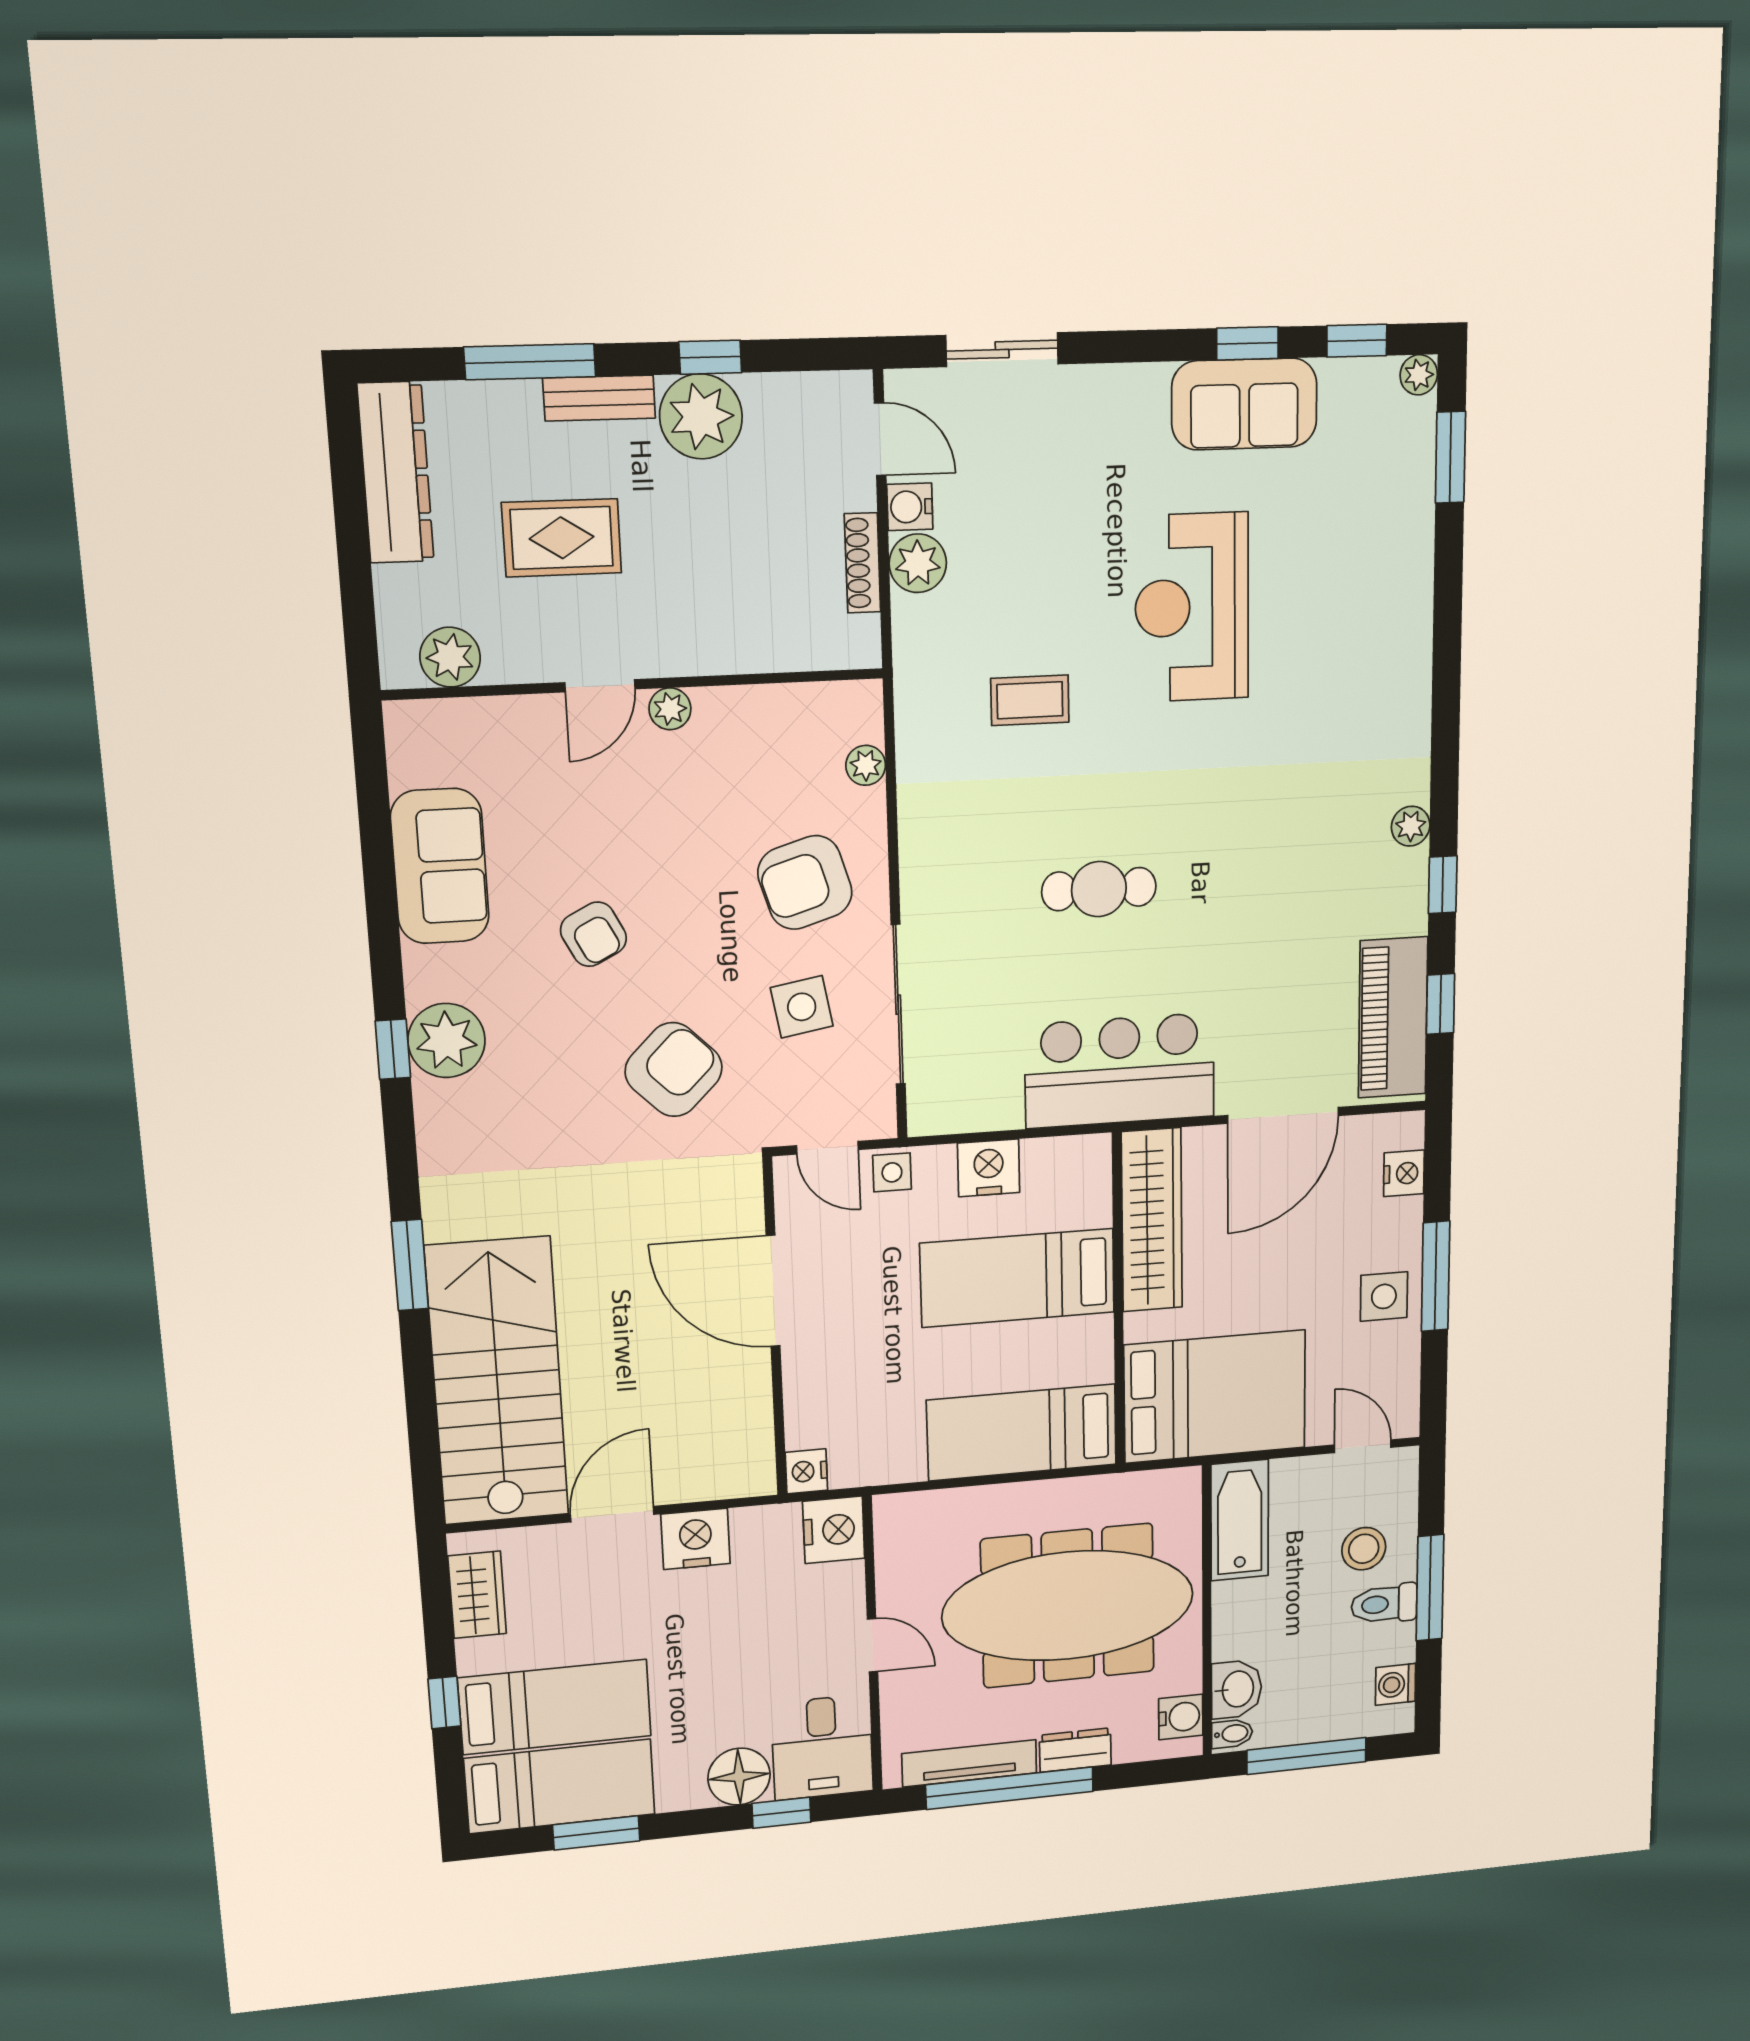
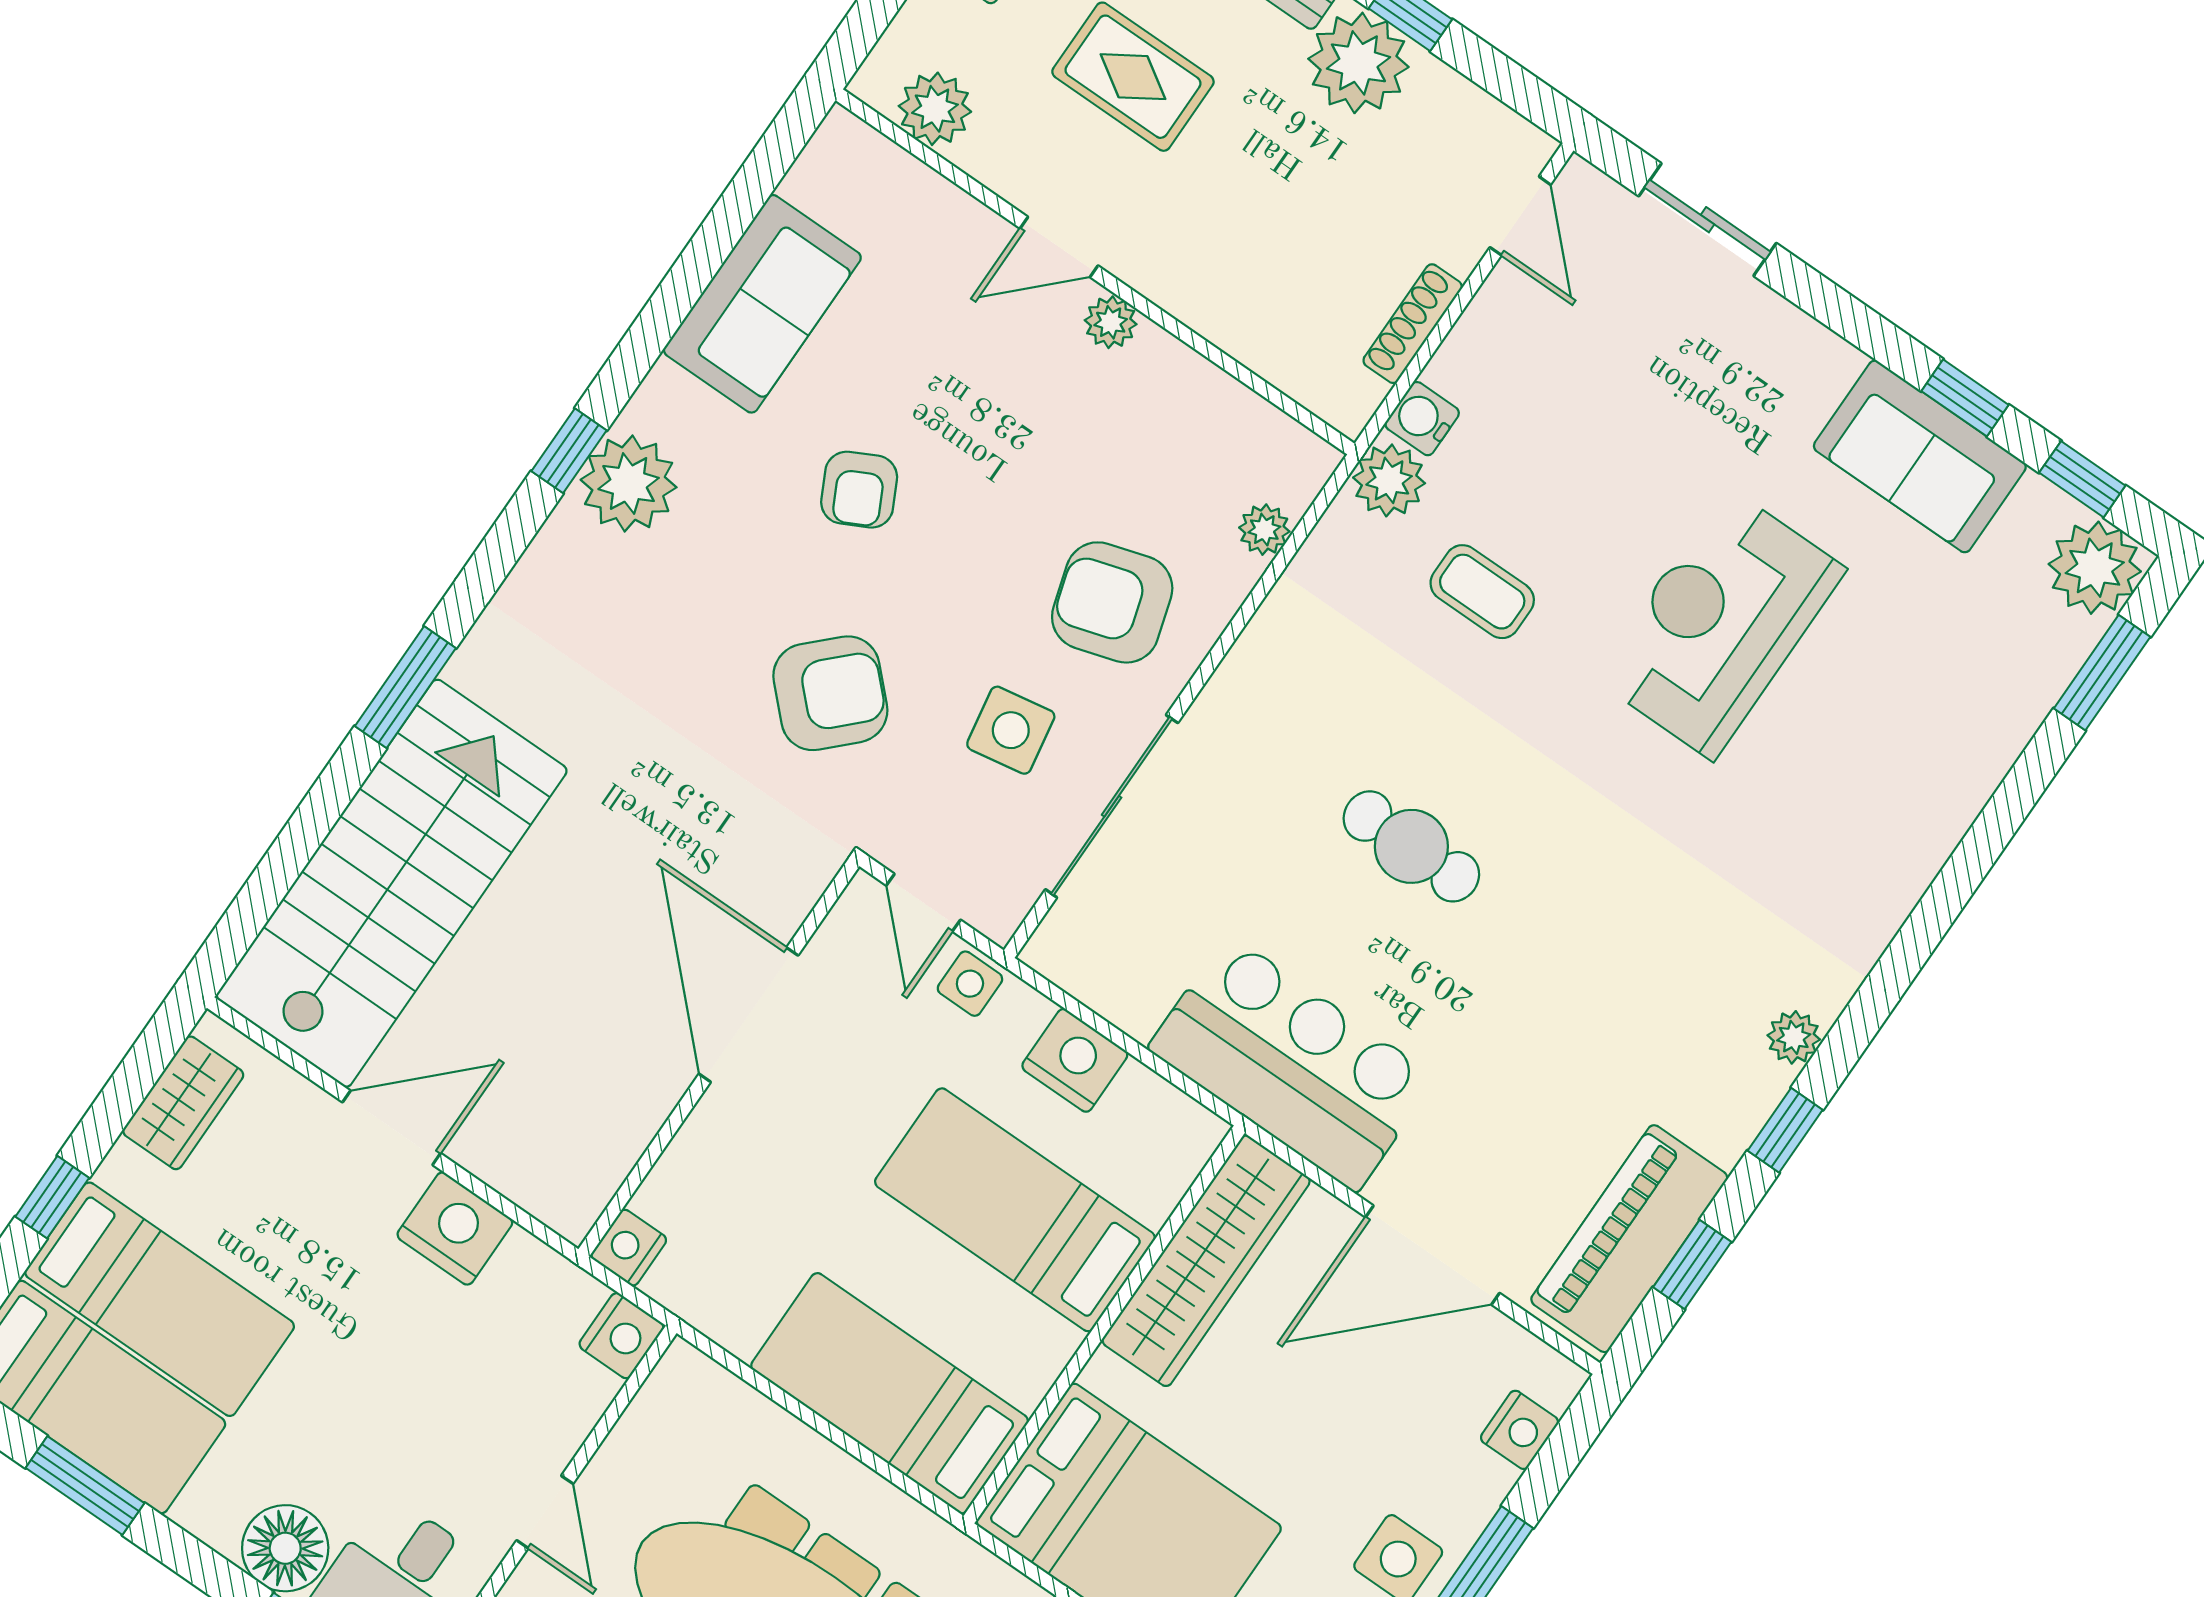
plant: (1419, 375) -> (2095, 568), width x1.87, depth x1.87
water cooler: (910, 507) -> (1422, 419), moved
plant: (918, 563) -> (1389, 480), moved
nightstand: (834, 1530) -> (621, 1336), width x0.74, depth x0.75

